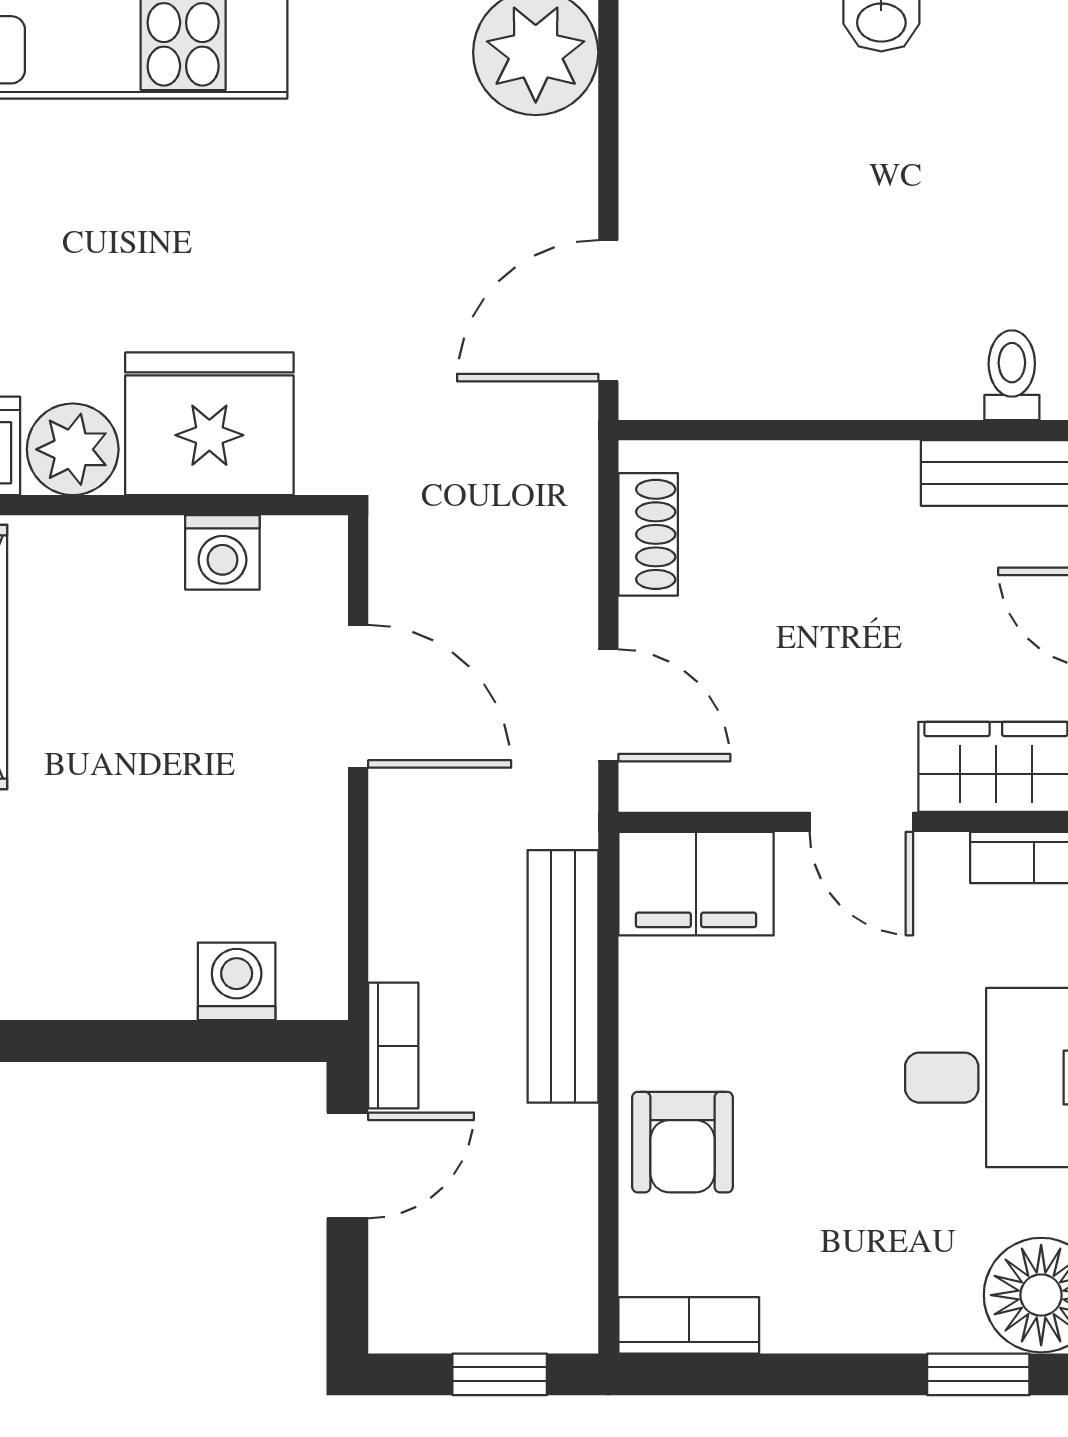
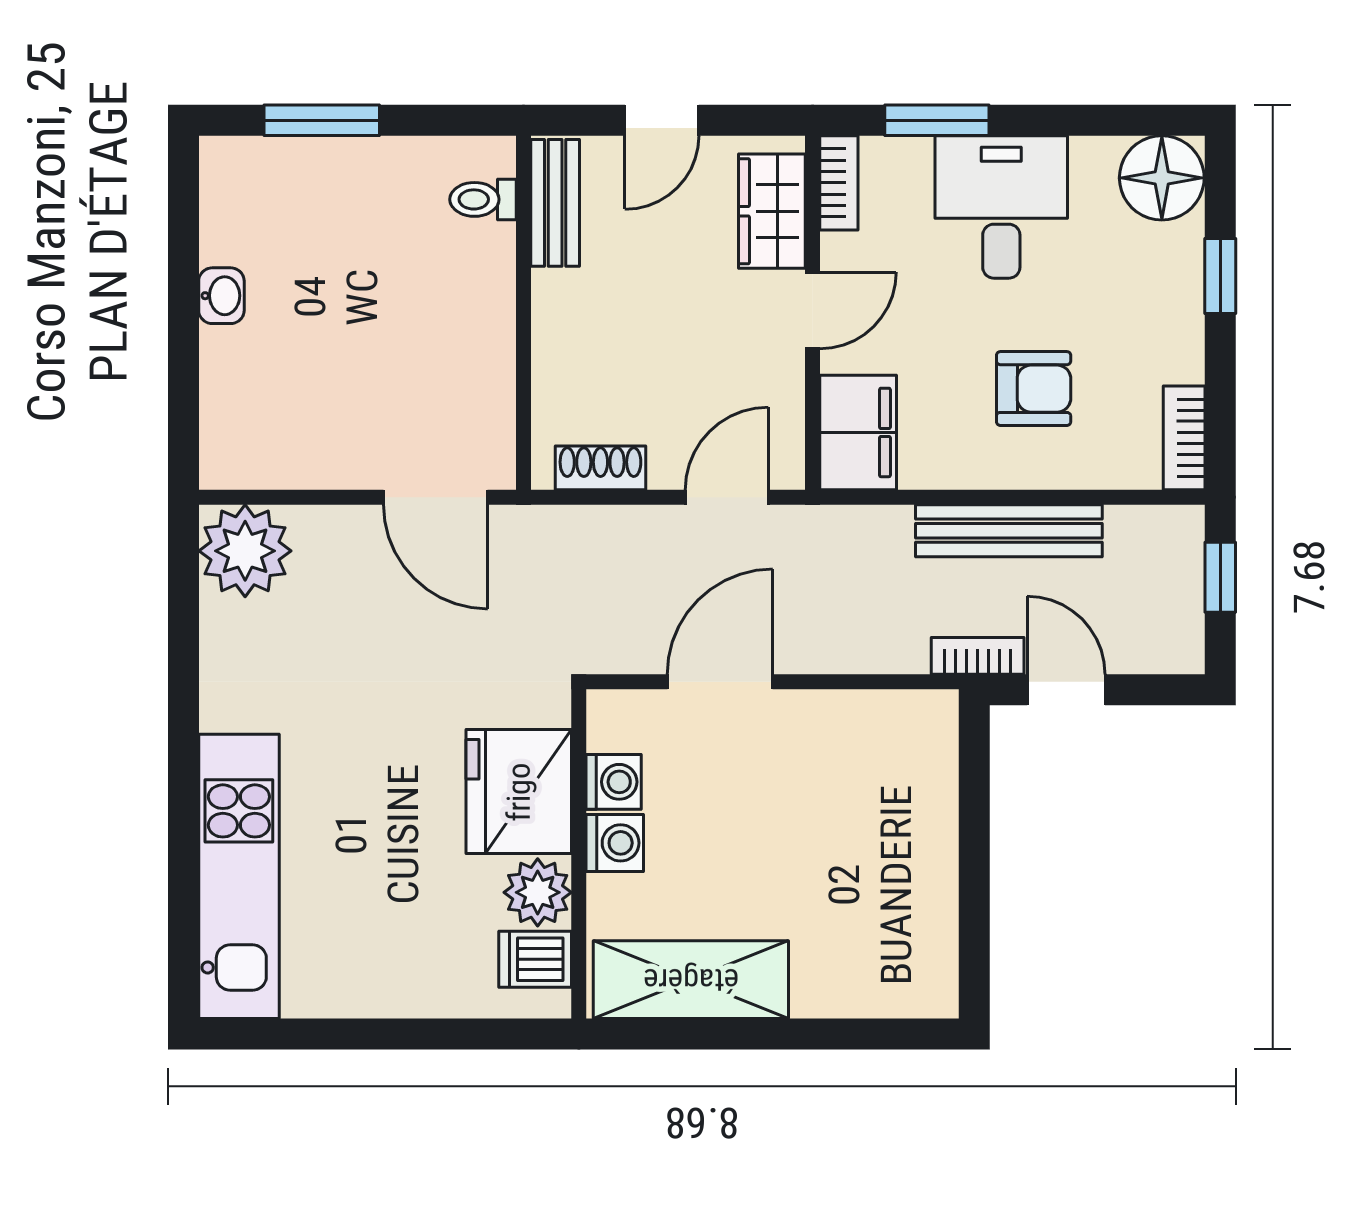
bench: (563, 976) -> (1009, 531), moved
washing machine: (237, 981) -> (615, 843), moved, turned 180
armchair: (682, 1142) -> (1034, 389), moved
window: (978, 1374) -> (1220, 276), moved

